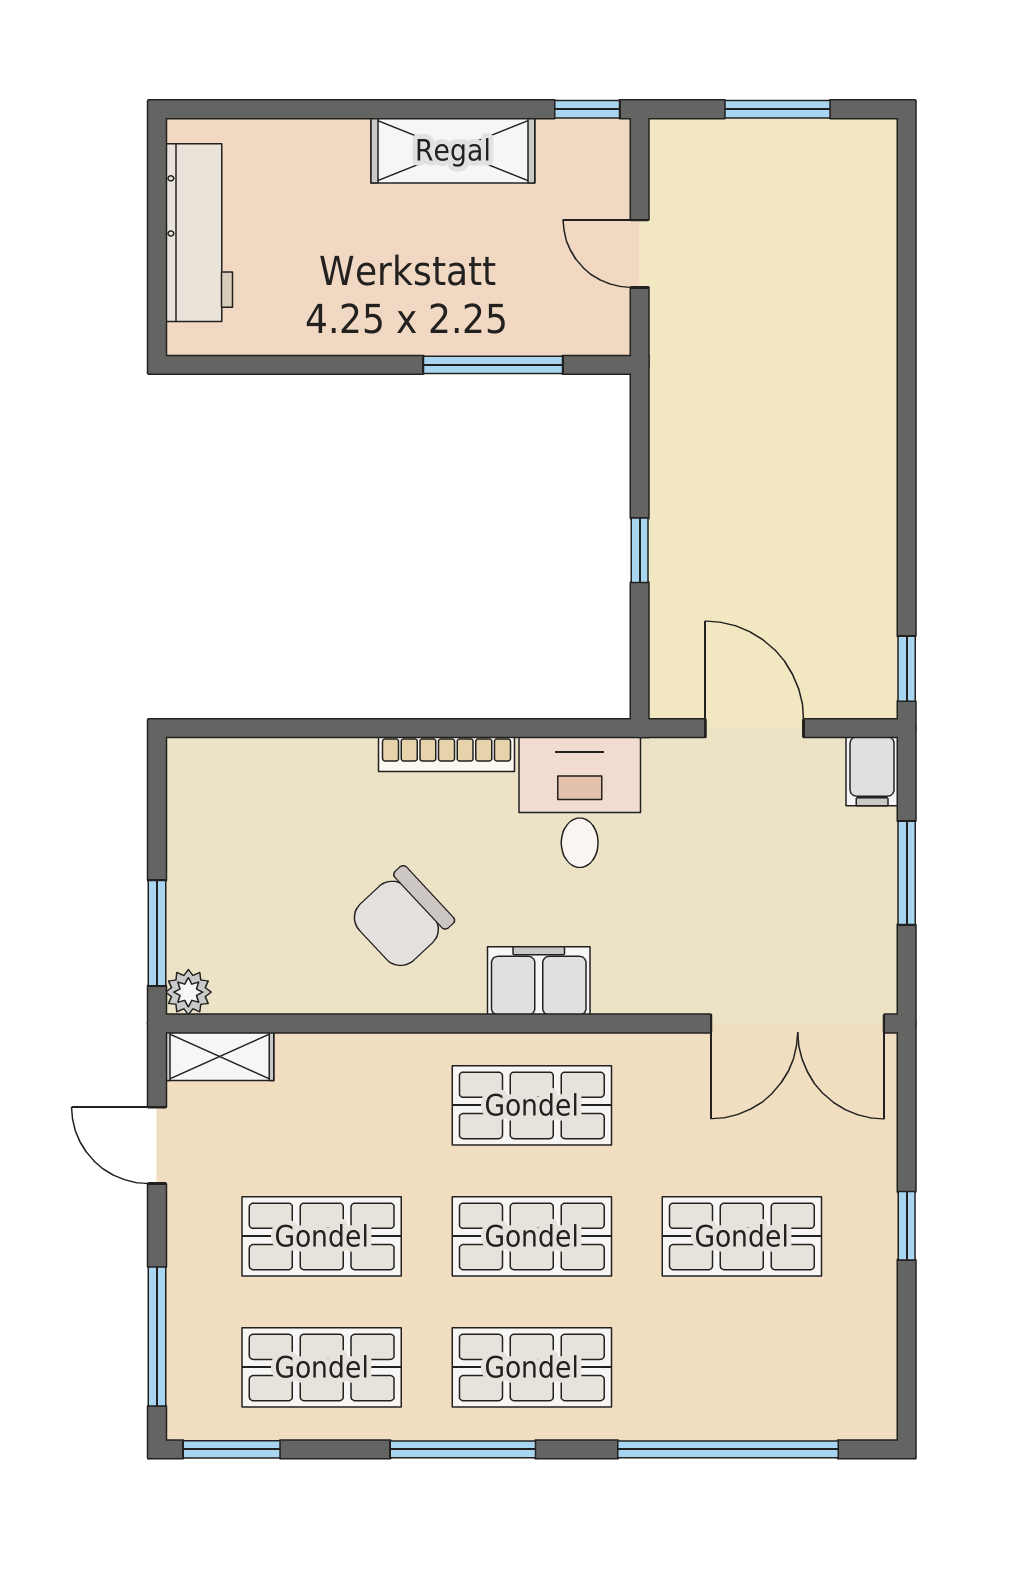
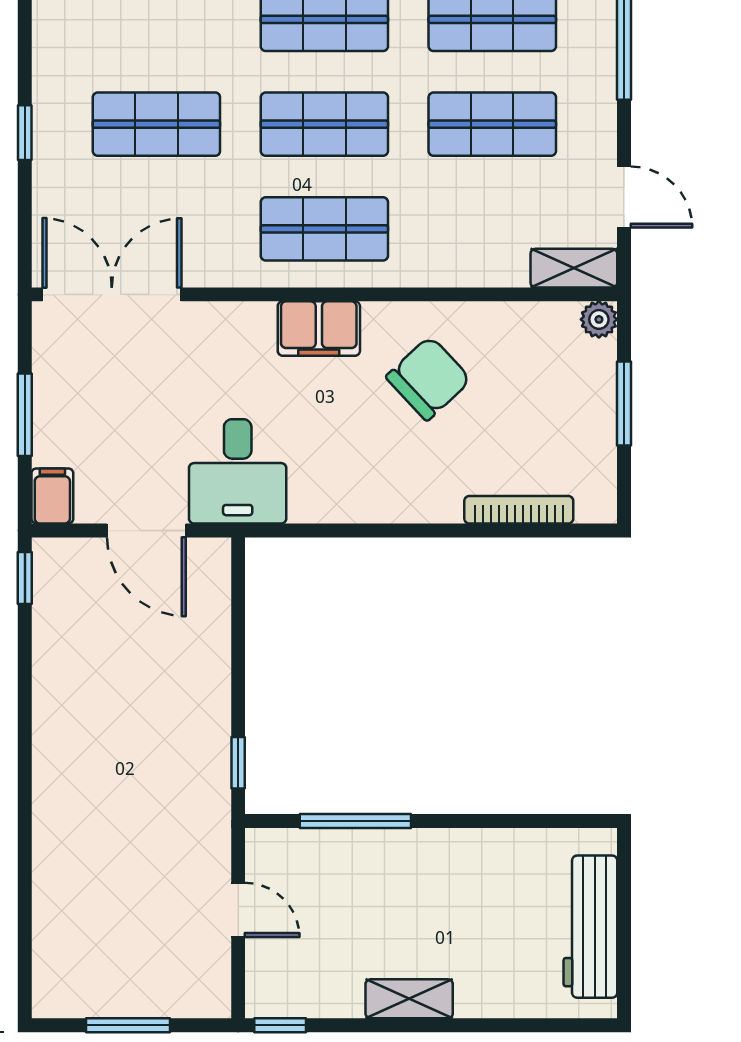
shelving: (453, 150) -> (409, 999), width x0.67, depth x0.75
window: (640, 550) -> (238, 763), moved
bookcase: (447, 754) -> (519, 510), moved
desk: (580, 802) -> (238, 471), moved
window: (157, 933) -> (624, 403), moved

